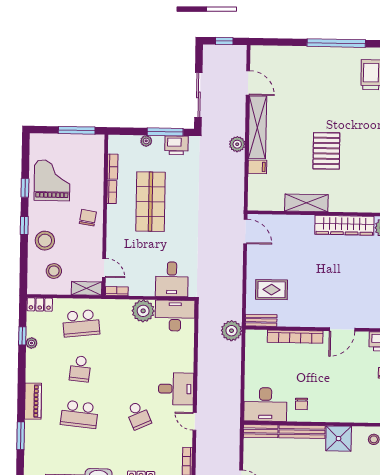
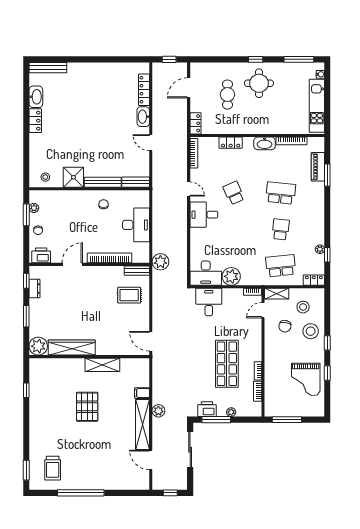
chair: (88, 218) -> (285, 326), moved
door: (104, 268) -> (263, 310), hinge flipped
piano: (33, 401) -> (318, 167), moved
desk: (265, 404) -> (136, 225), moved, turned 90

